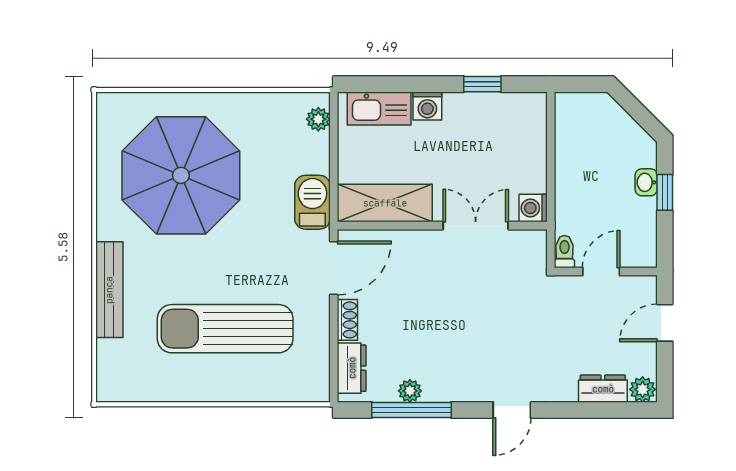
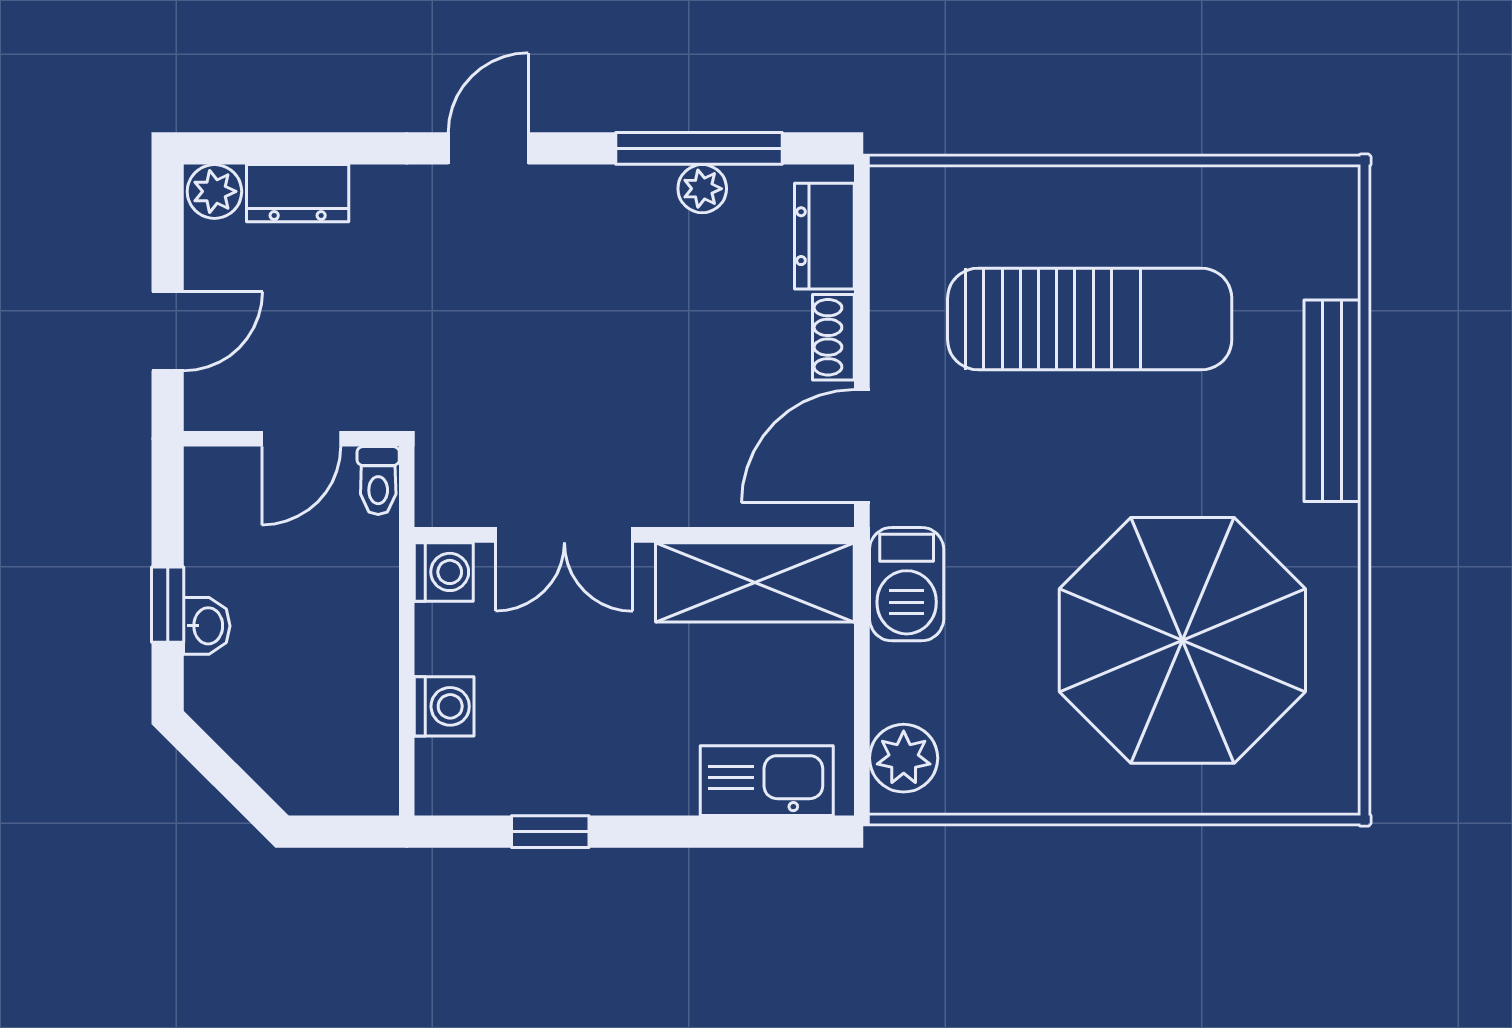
washing machine: (427, 106) -> (444, 706), moved, turned 90
plant: (318, 119) -> (904, 758), width x1.38, depth x1.38

